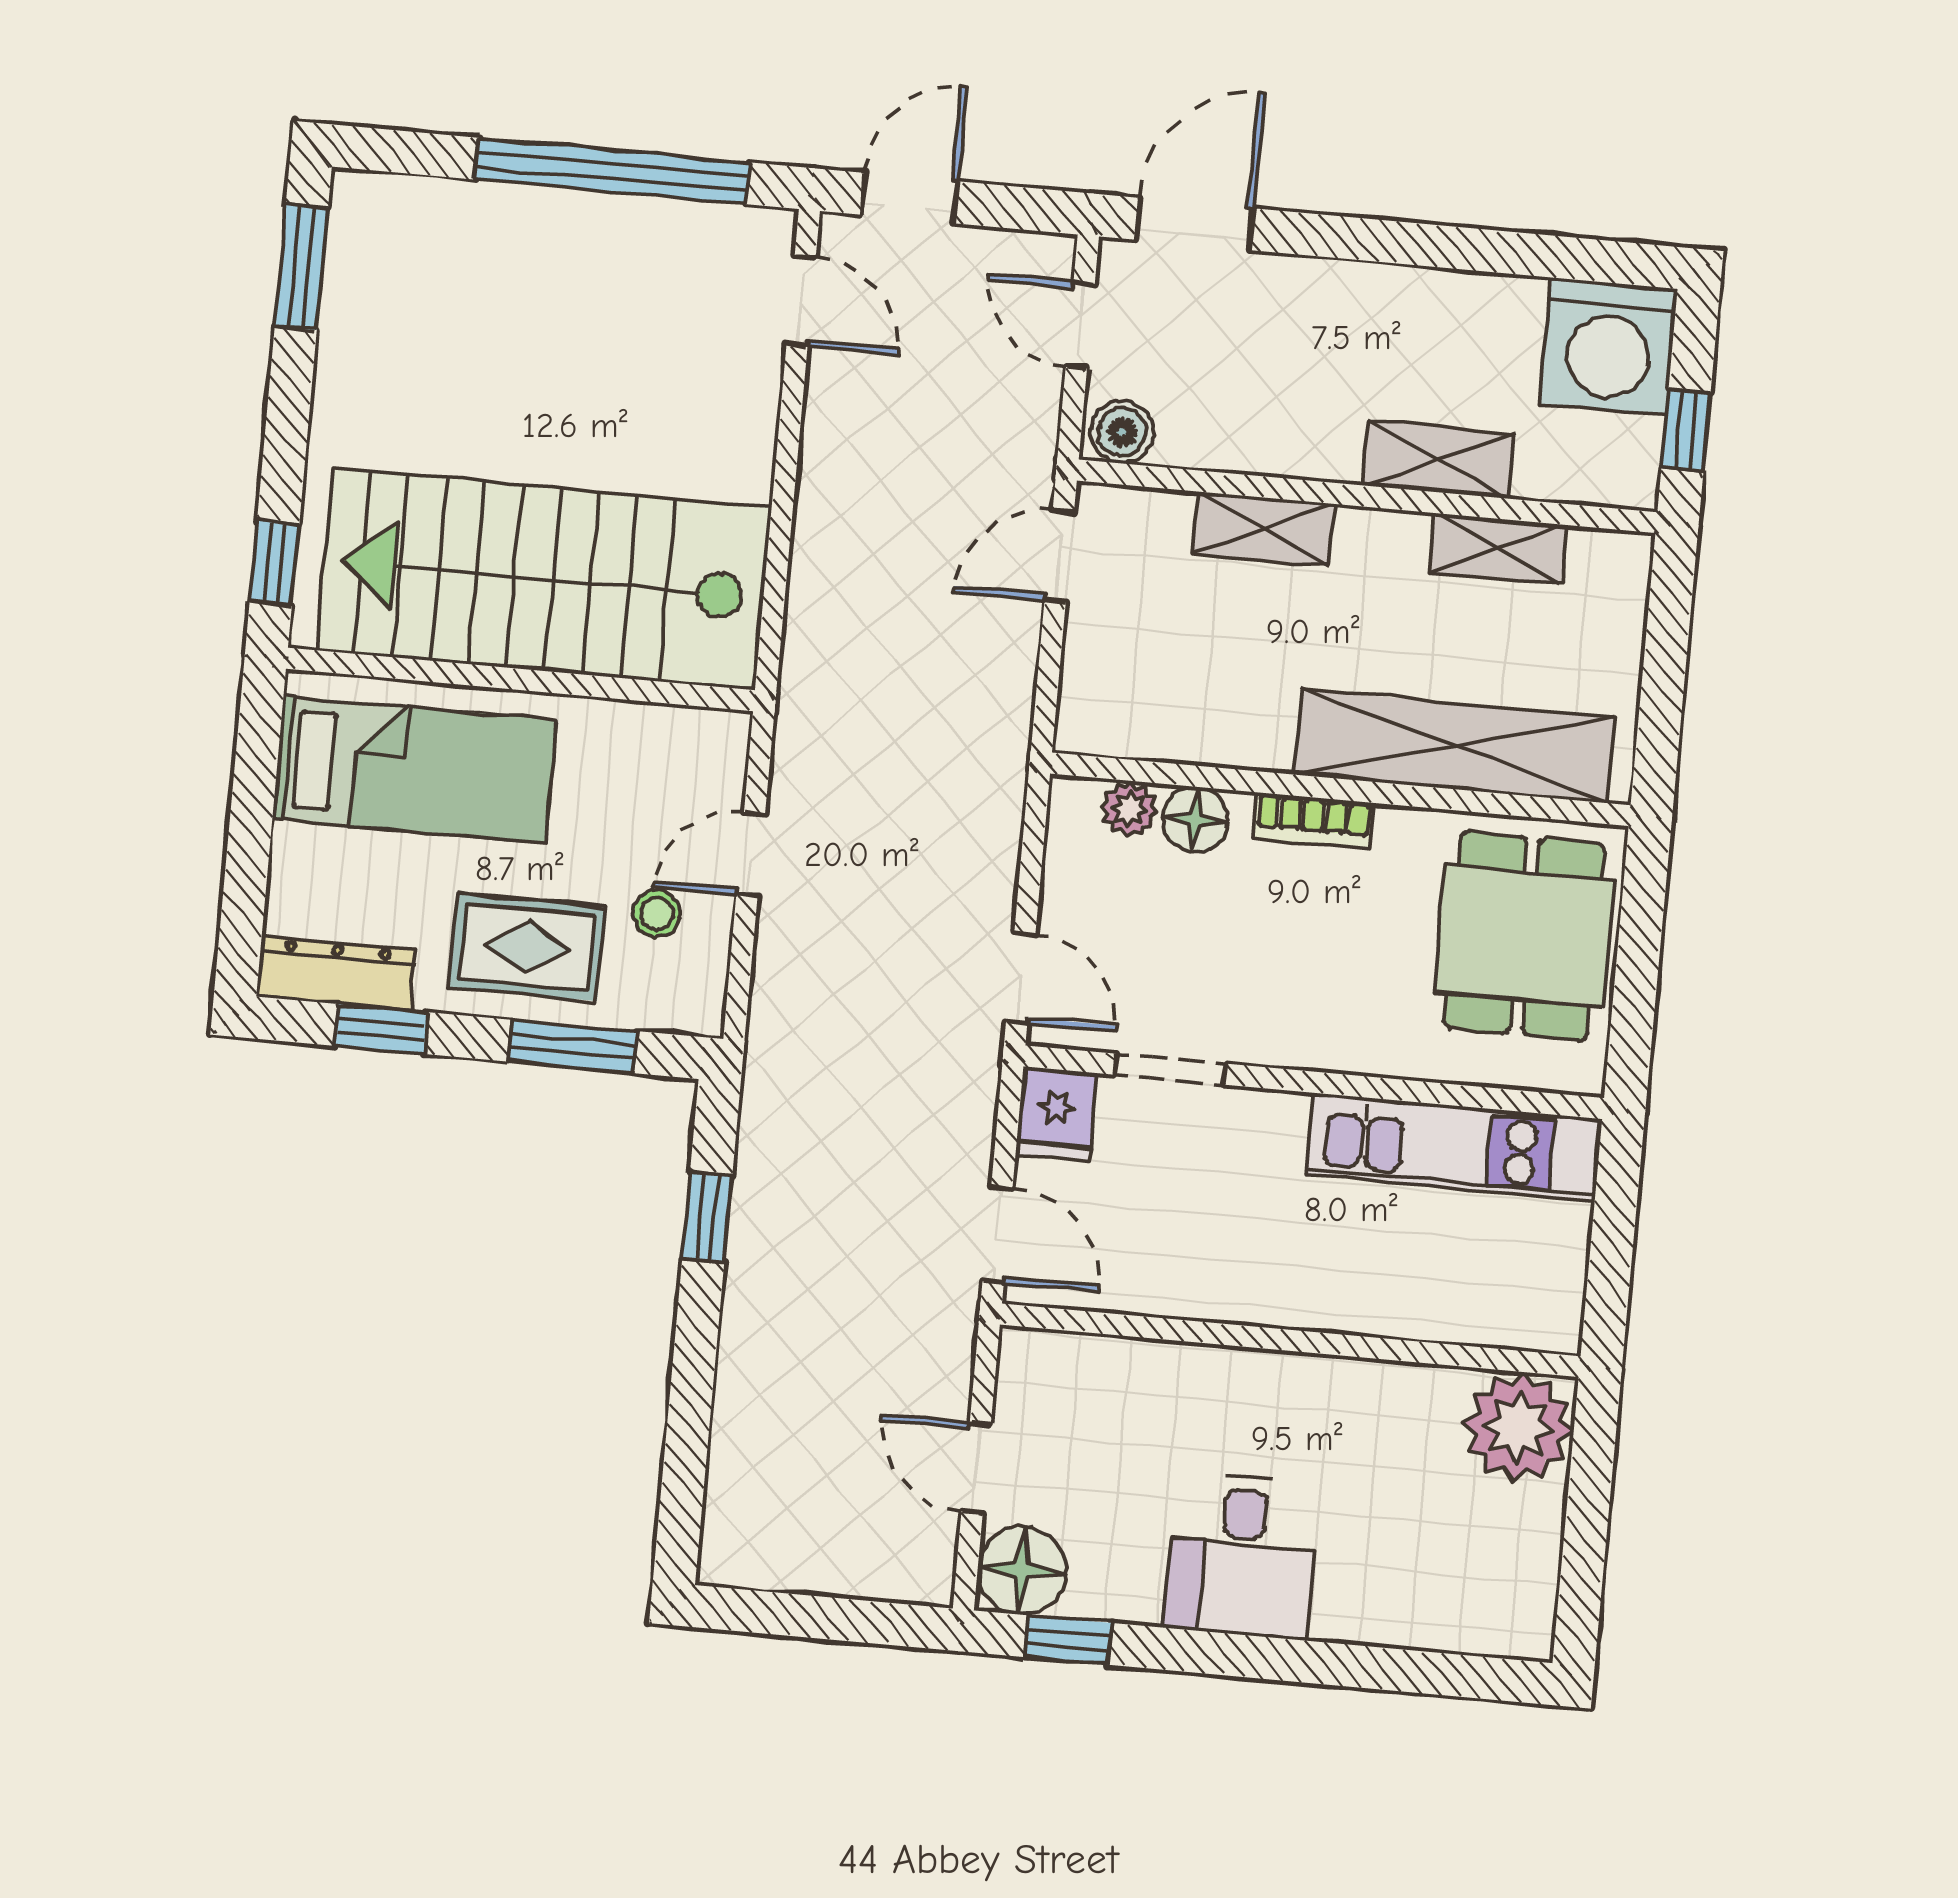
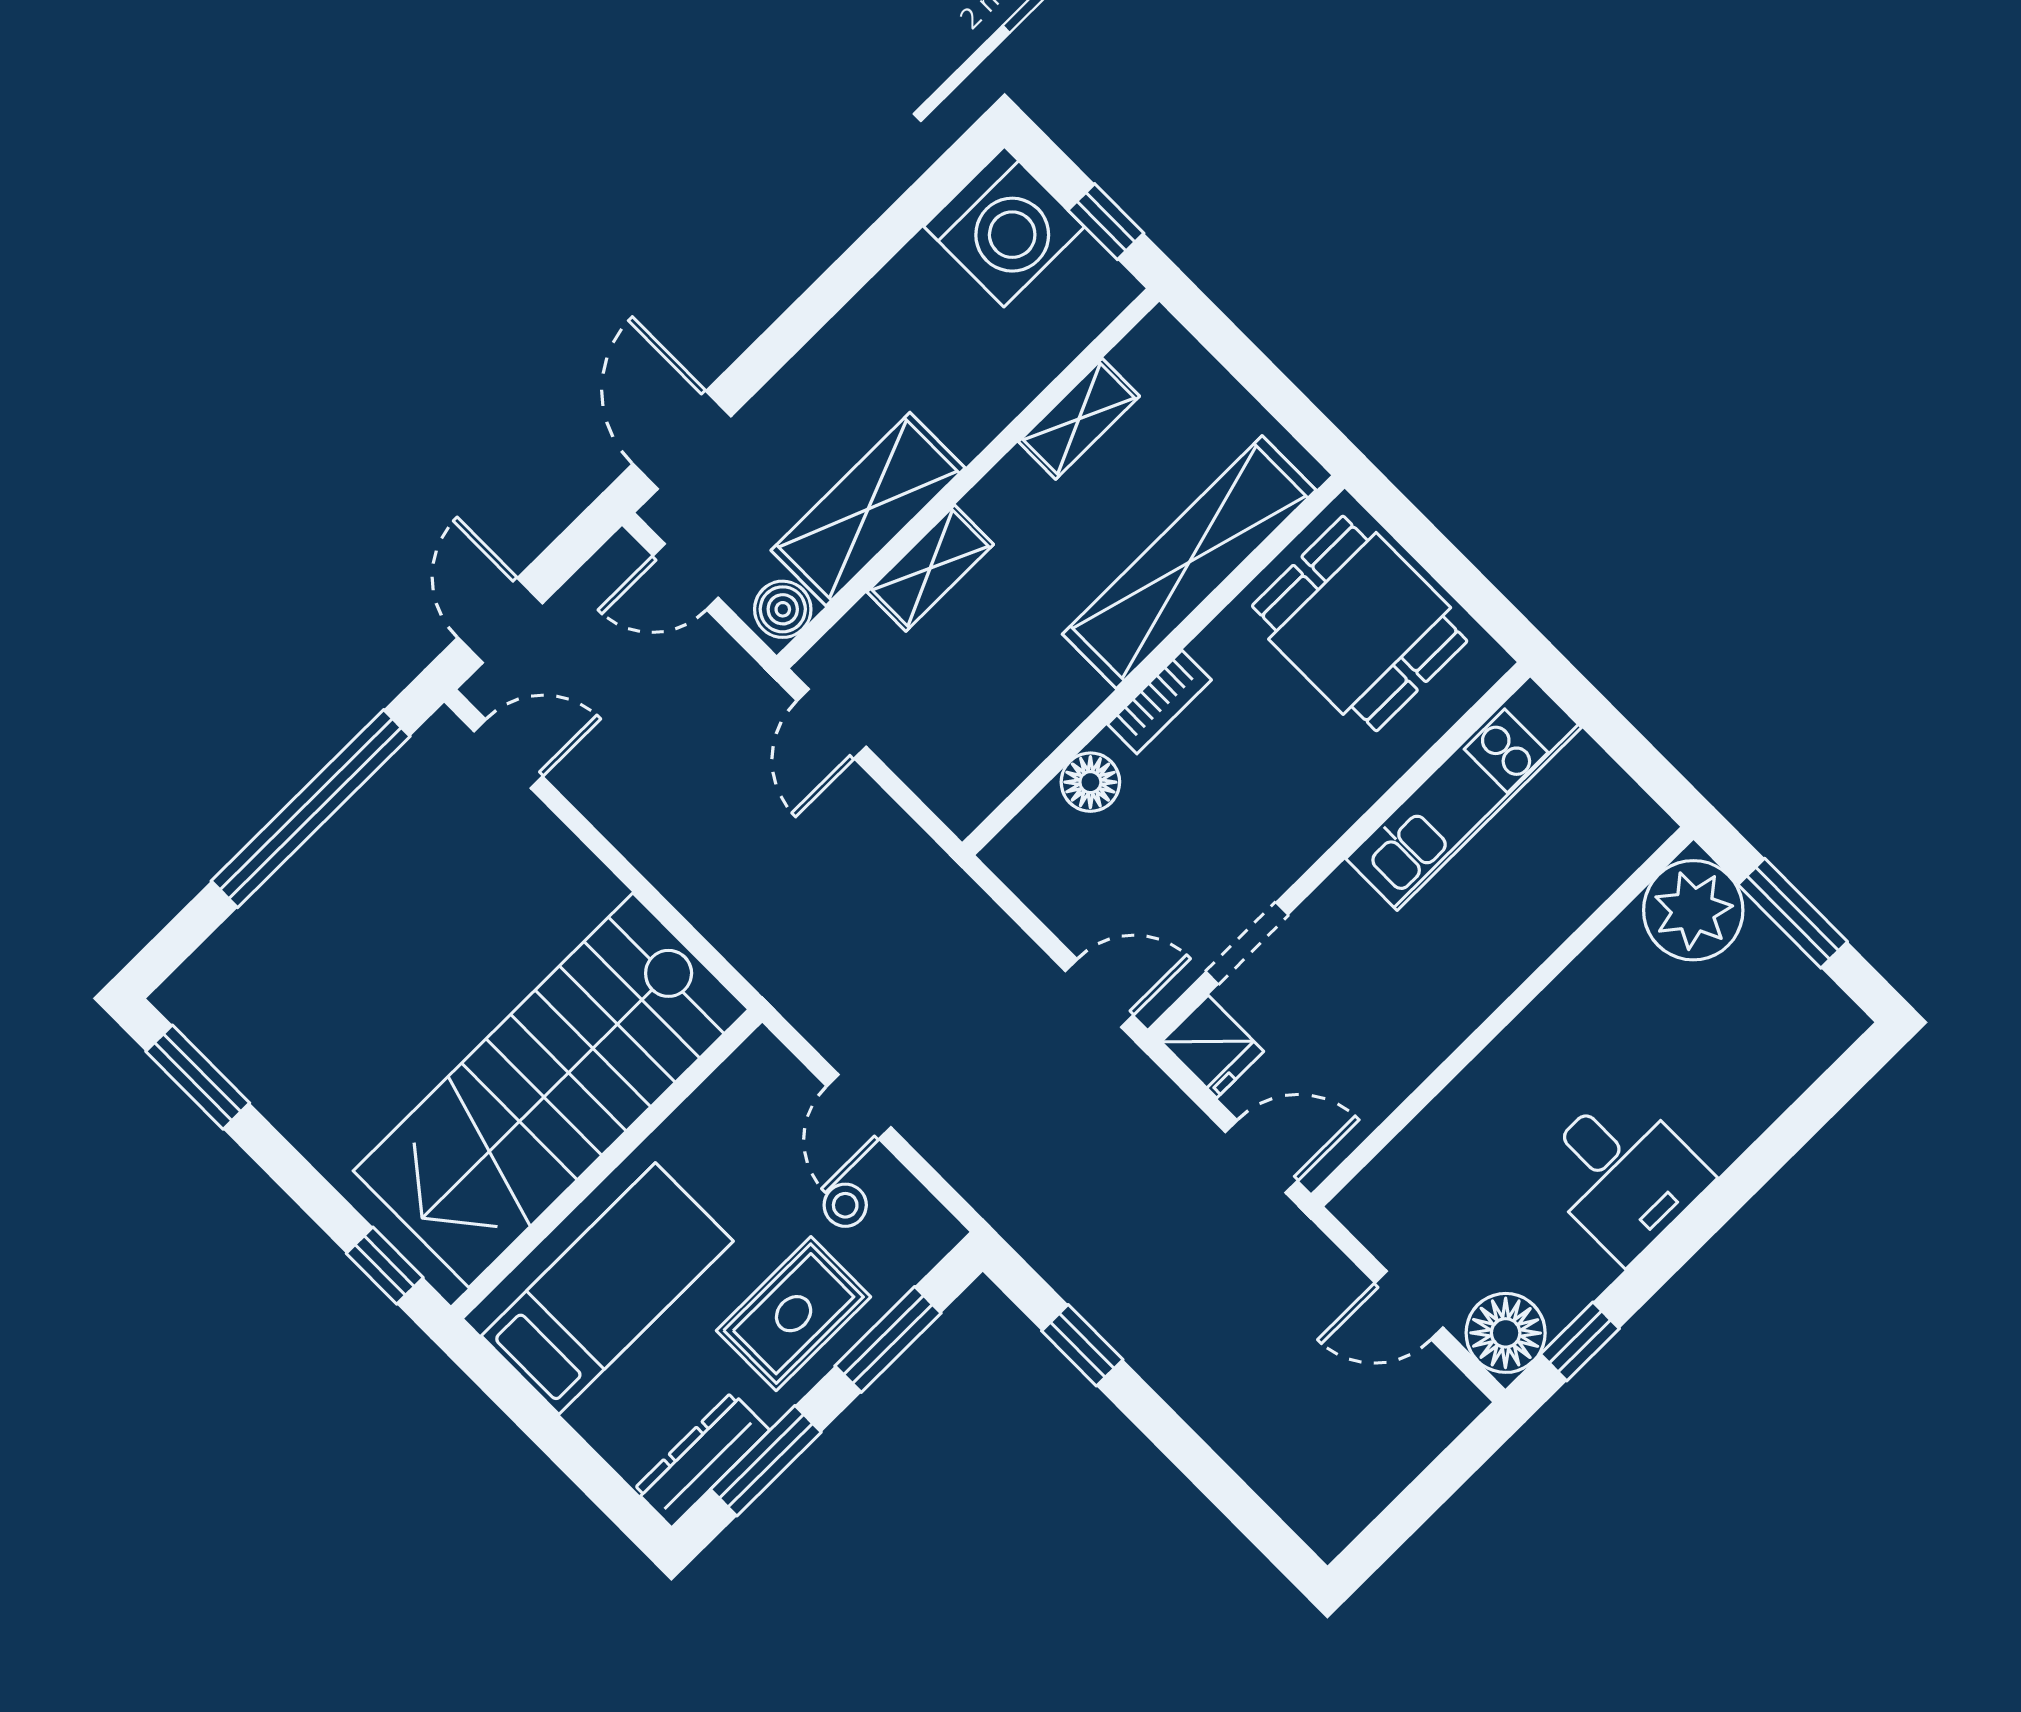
shelving: (1438, 459) -> (868, 509), moved, width x1.50, depth x1.33
plant: (1129, 809) -> (1045, 821), removed
window: (381, 1029) -> (766, 1461), width x1.50
window: (1587, 1515) -> (1793, 913), added

